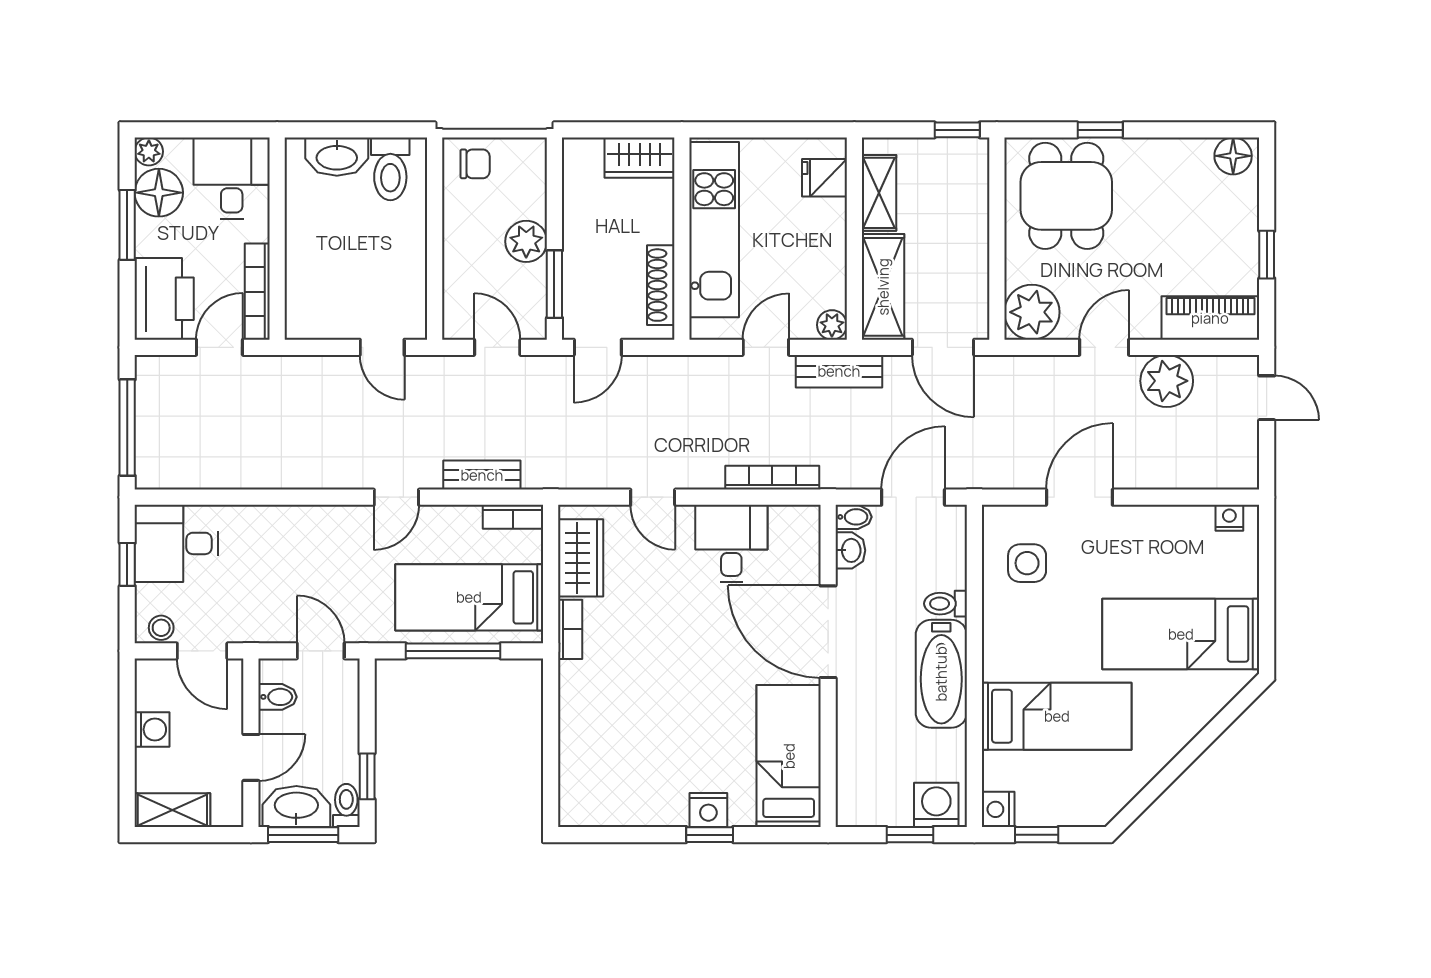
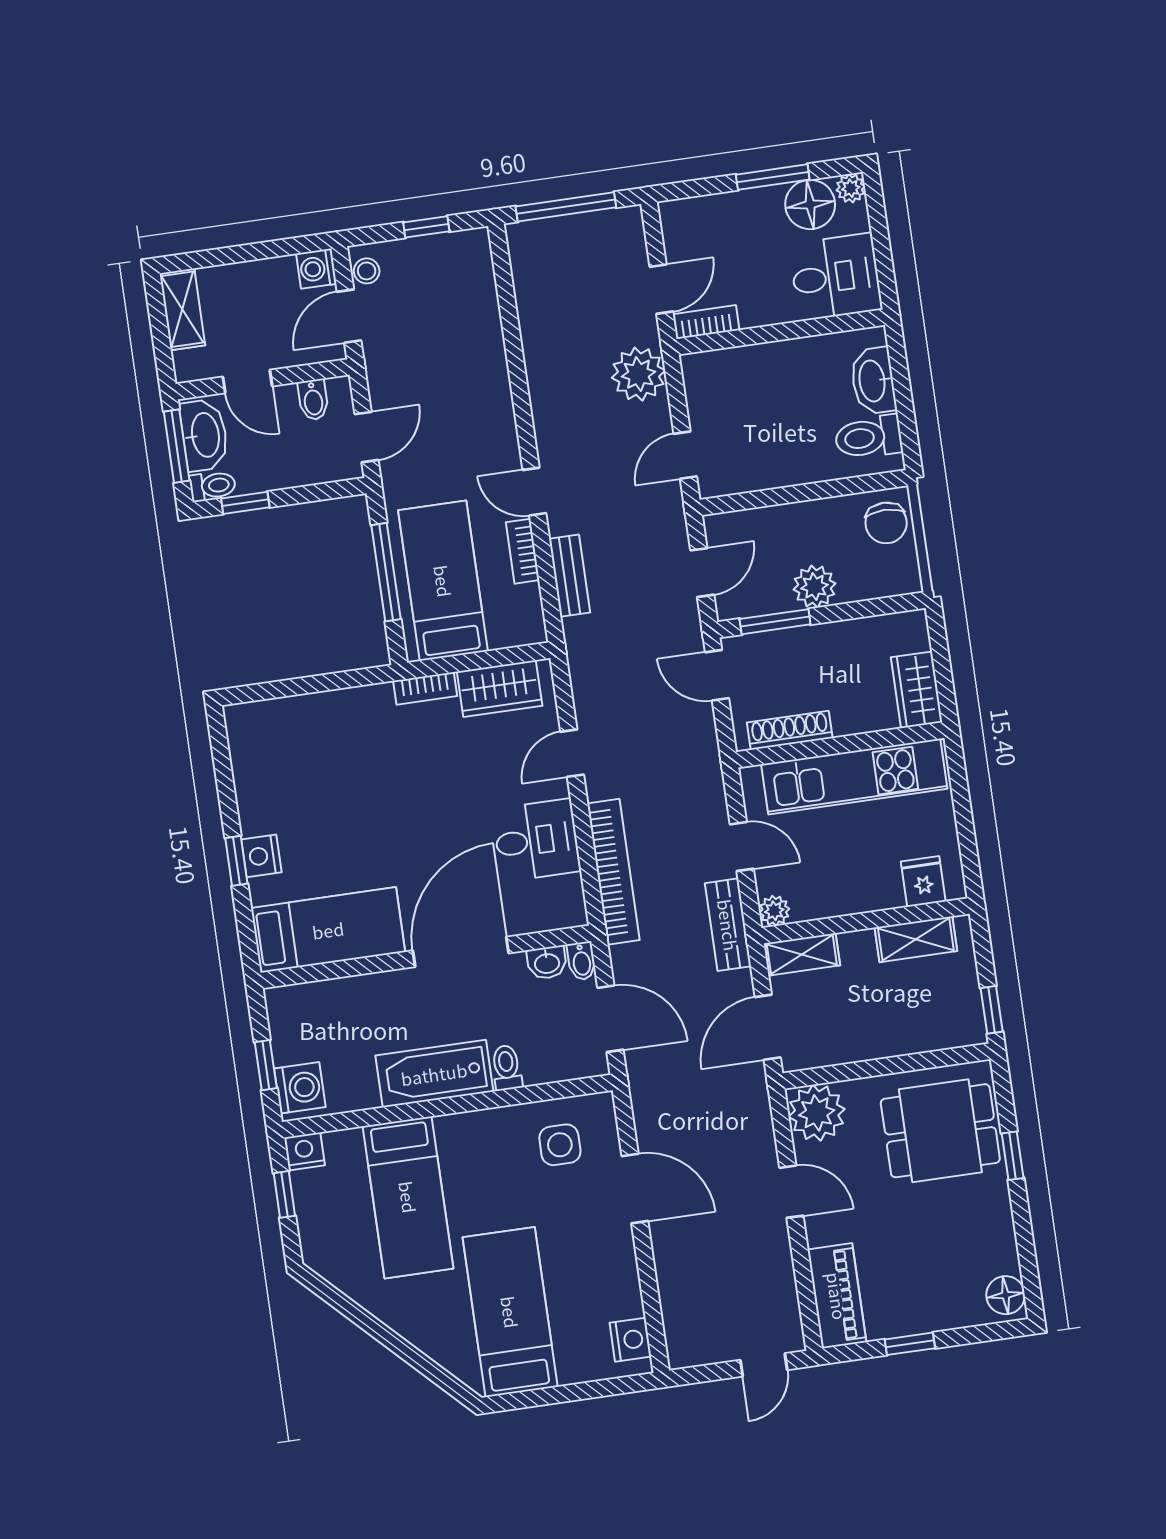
chair: (475, 164) -> (886, 523), width x1.37, depth x1.37
shelving: (883, 287) -> (802, 954), width x0.67, depth x0.75
bookcase: (257, 292) -> (706, 322), width x0.64
printer: (164, 299) -> (703, 226), removed
door: (219, 347) -> (661, 289), hinge flipped
plant: (1167, 381) -> (638, 374), moved
bookcase: (772, 478) -> (613, 872), width x1.48, depth x1.31
bookcase: (513, 517) -> (523, 551), moved
nightstand: (1229, 518) -> (630, 1340), width x1.39, depth x1.35
desk: (176, 543) -> (455, 274), removed
washing machine: (152, 729) -> (316, 269), moved, turned 90

